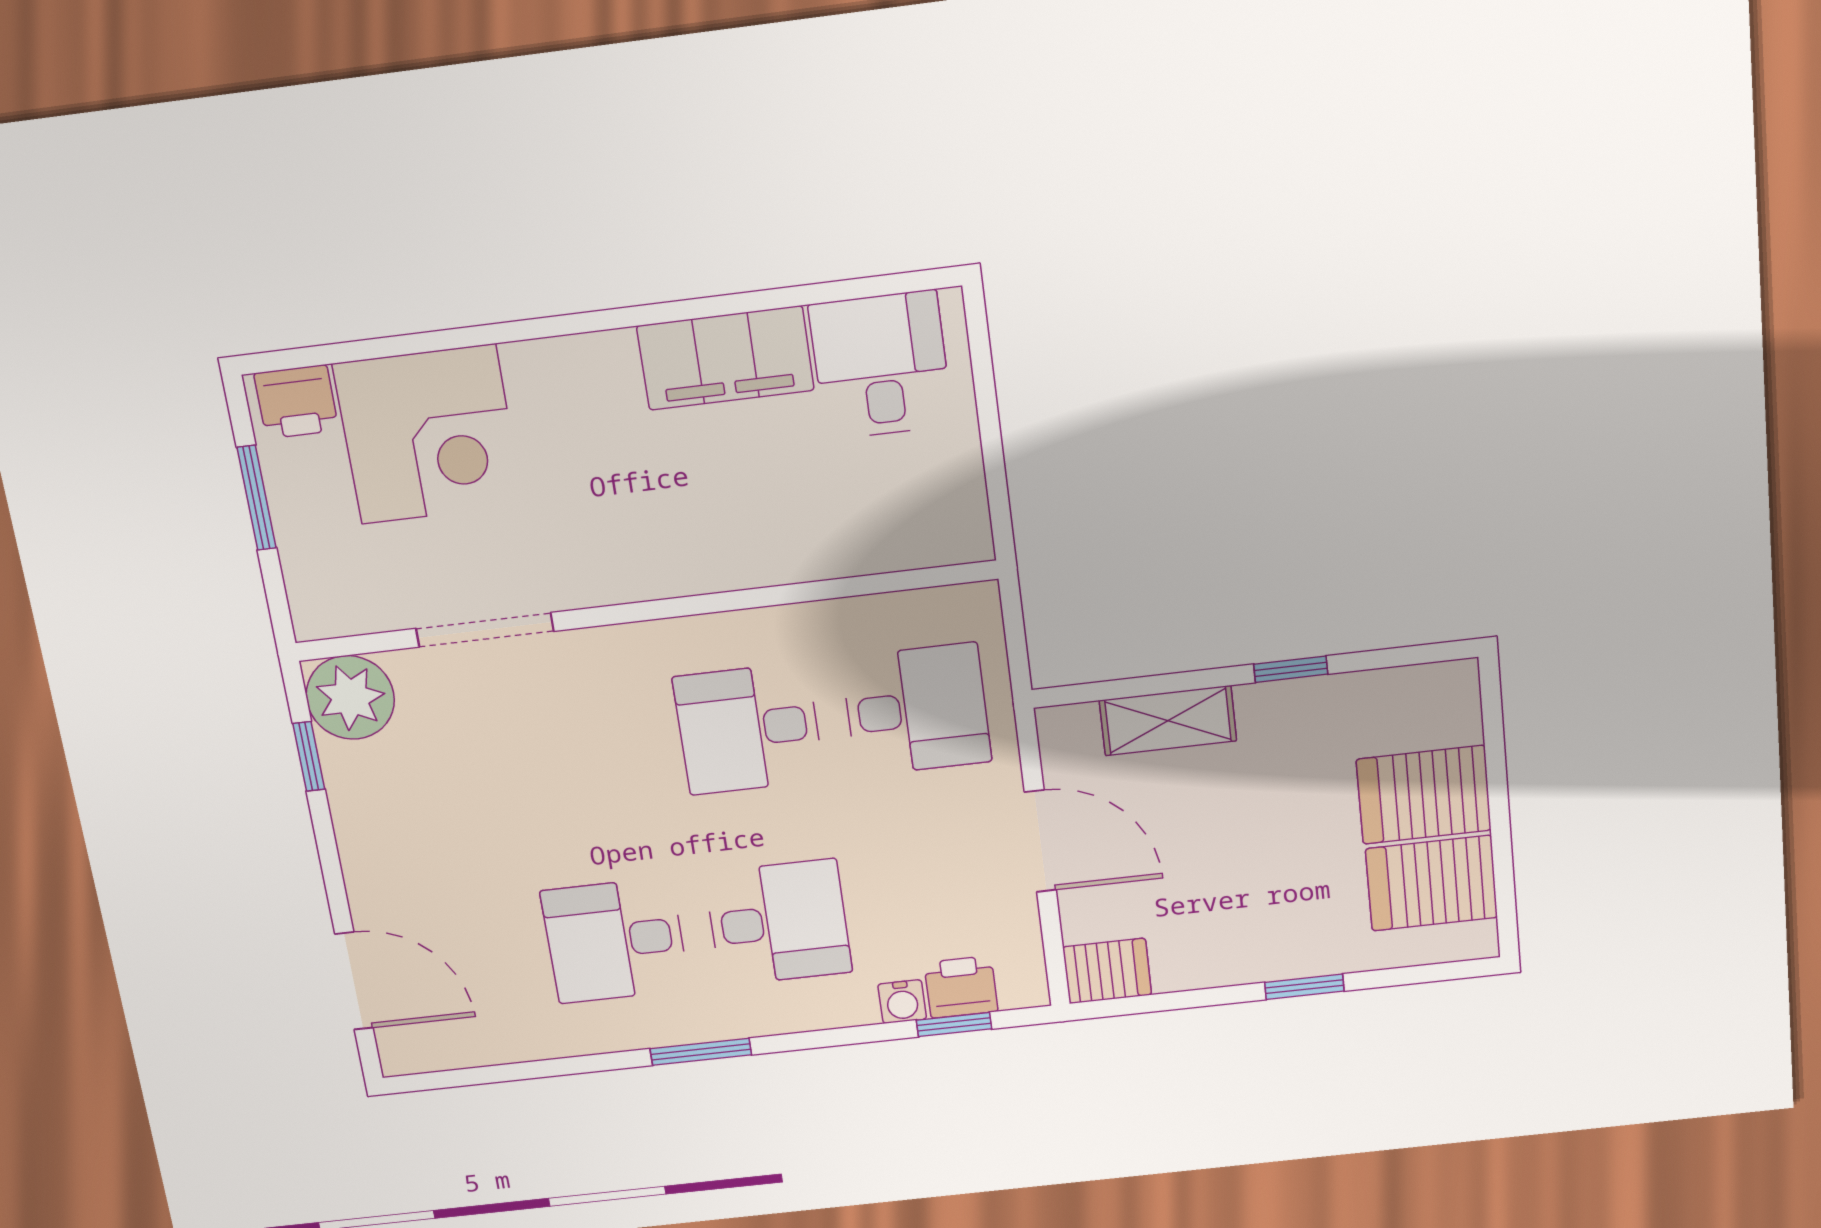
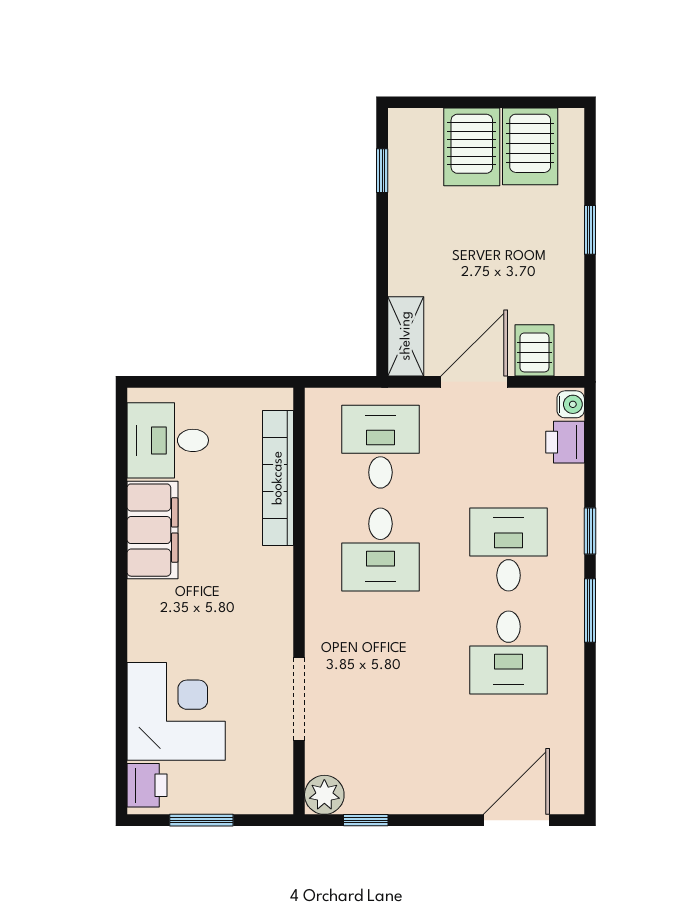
bookcase: (842, 554) -> (278, 478), added
window: (1291, 669) -> (382, 171), moved
plant: (350, 697) -> (324, 795), width x0.73, depth x0.73
shelving: (1168, 721) -> (406, 336), moved
server rack: (1107, 971) -> (534, 350), moved
water cooler: (902, 1002) -> (571, 404), moved
window: (954, 1025) -> (590, 531), moved

